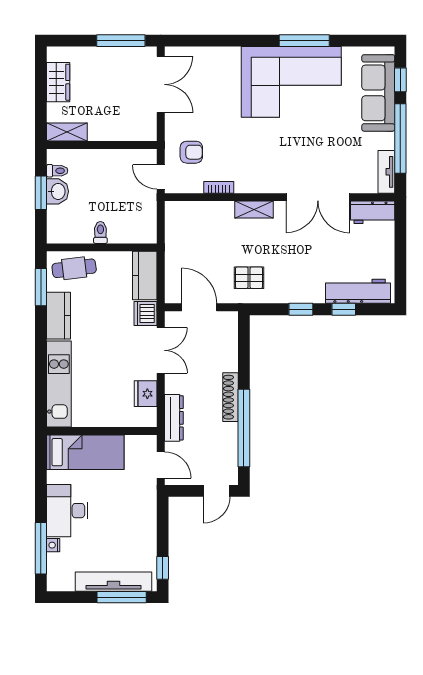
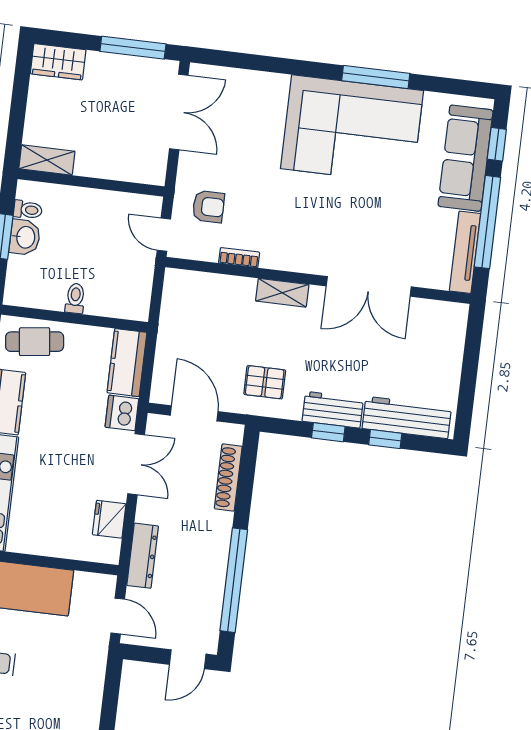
wardrobe: (58, 82) -> (58, 62), moved, turned 90
tv unit: (386, 172) -> (465, 252), width x1.41
workbench: (373, 212) -> (333, 410), moved, turned 180
shoe rack: (230, 397) -> (228, 477), moved

